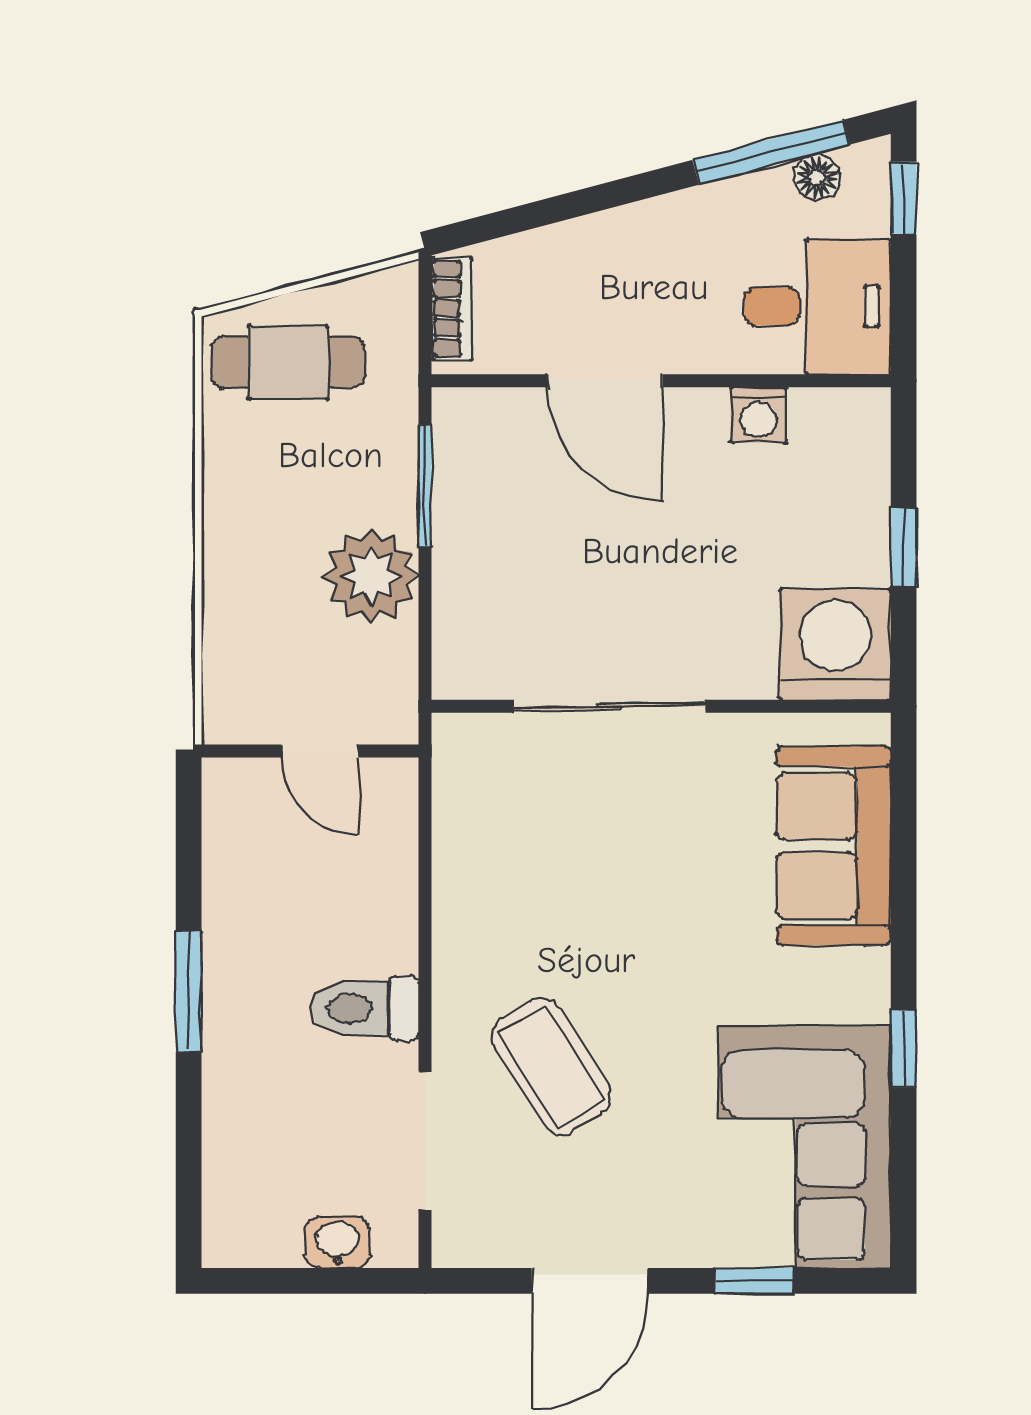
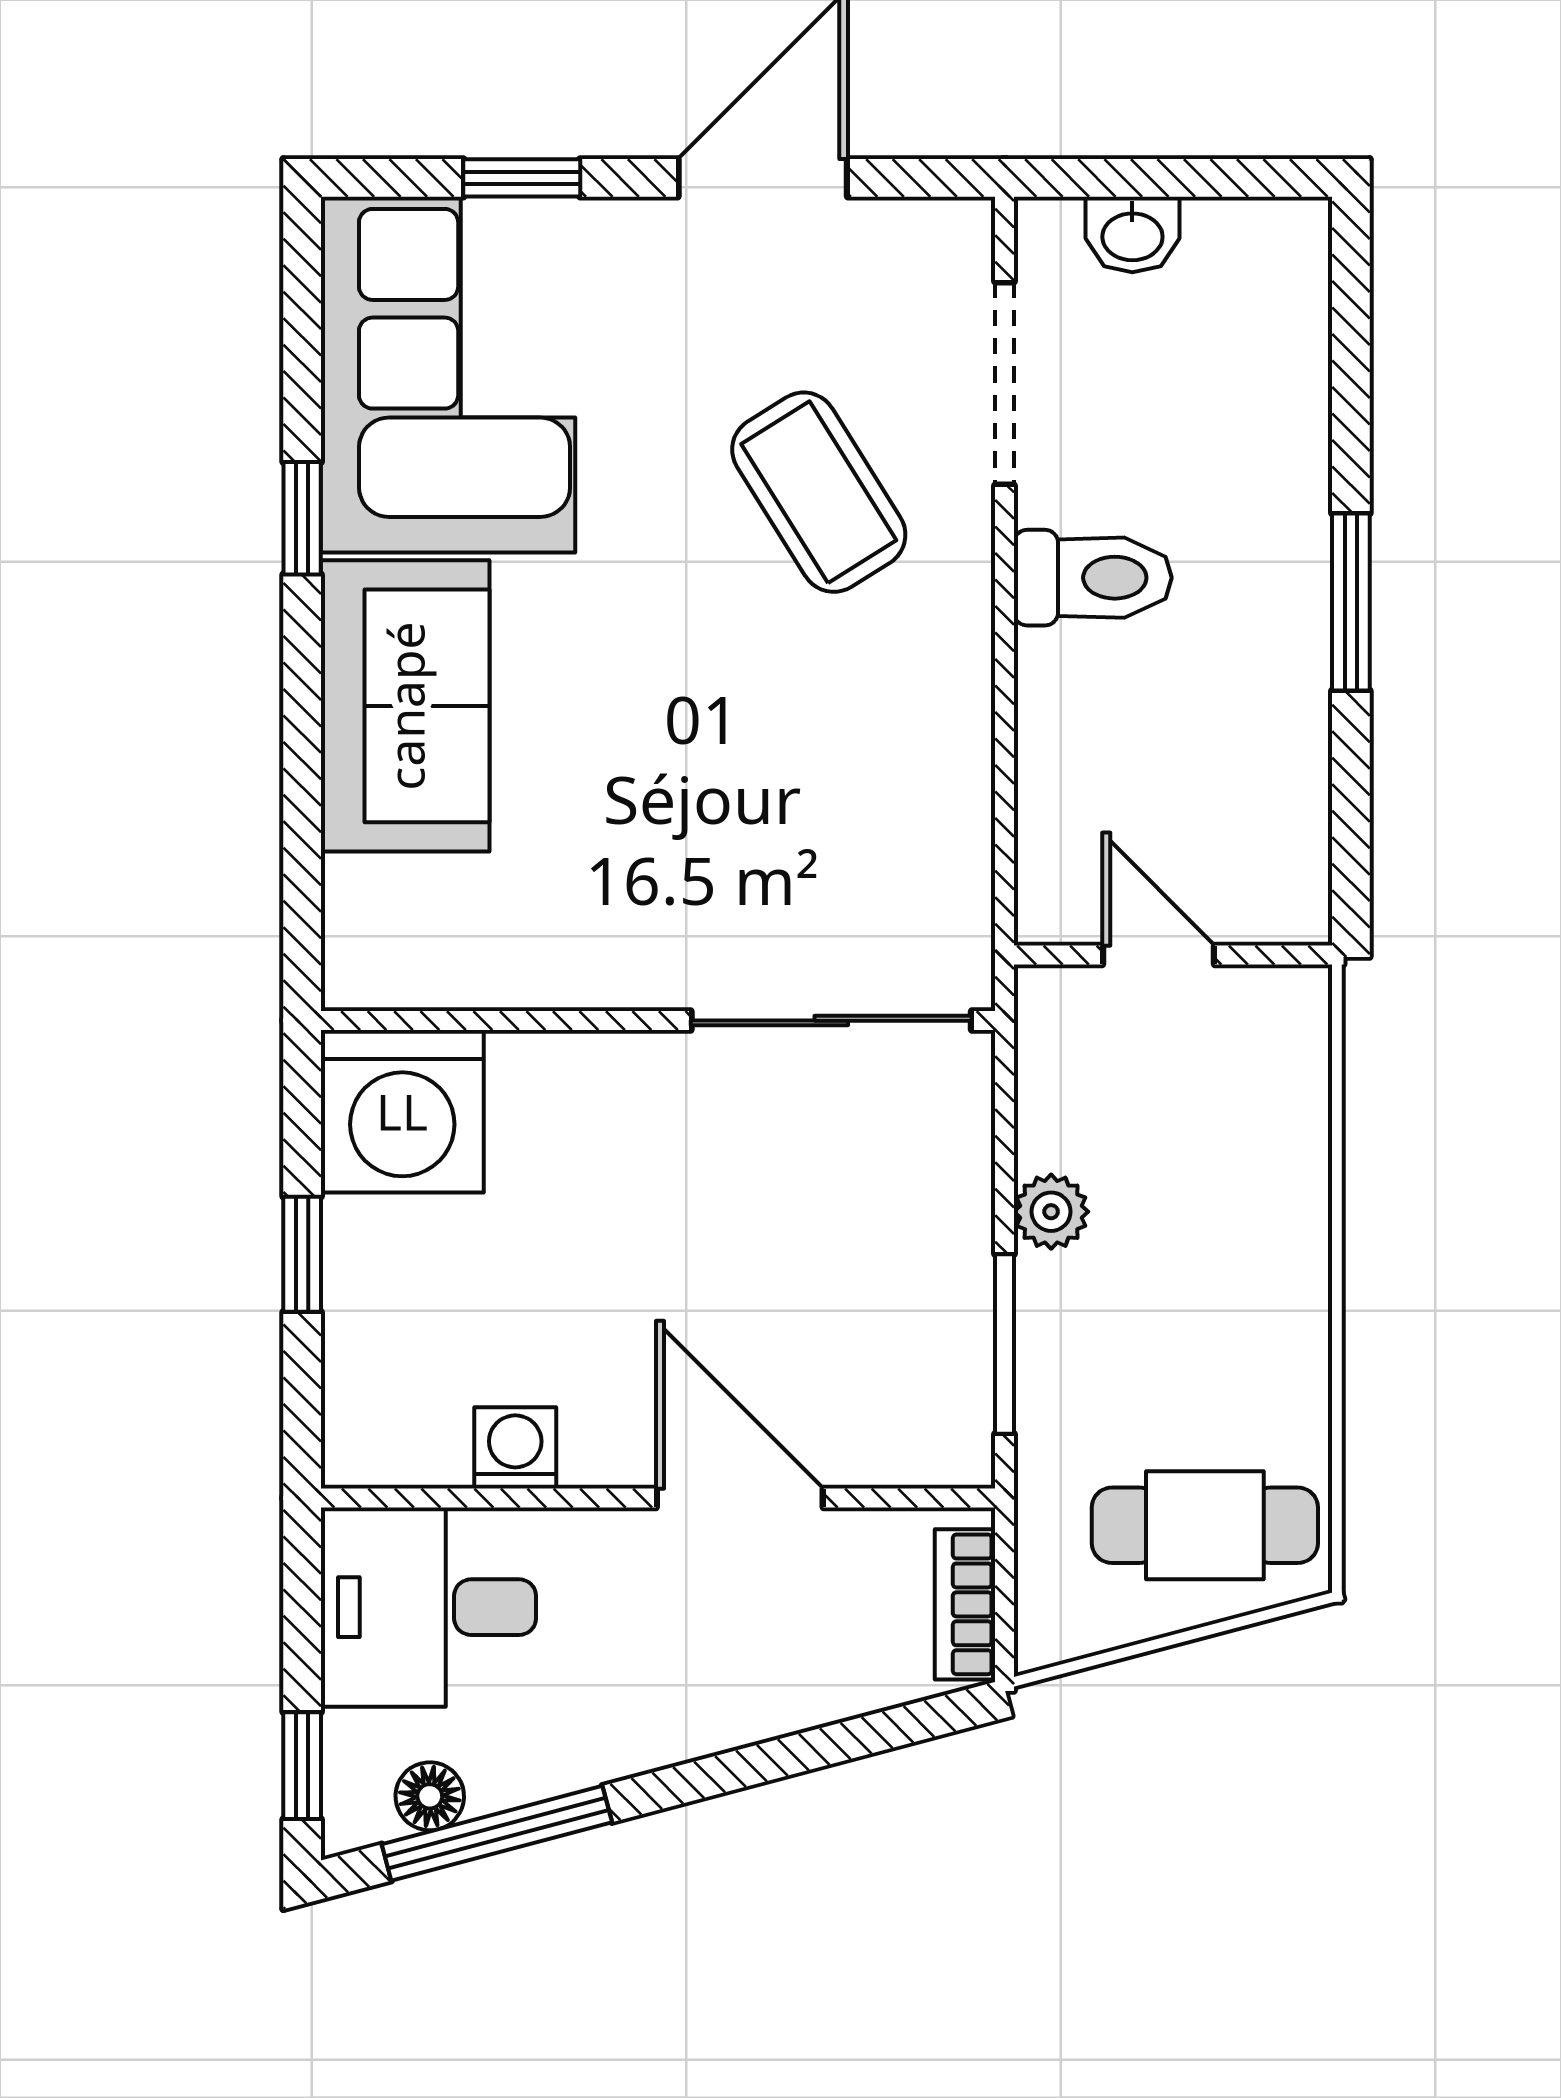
plant: (371, 576) -> (1051, 1212), width x0.53, depth x0.53
sliding door: (610, 706) -> (831, 1021), moved
sofa: (834, 846) -> (405, 706), moved

